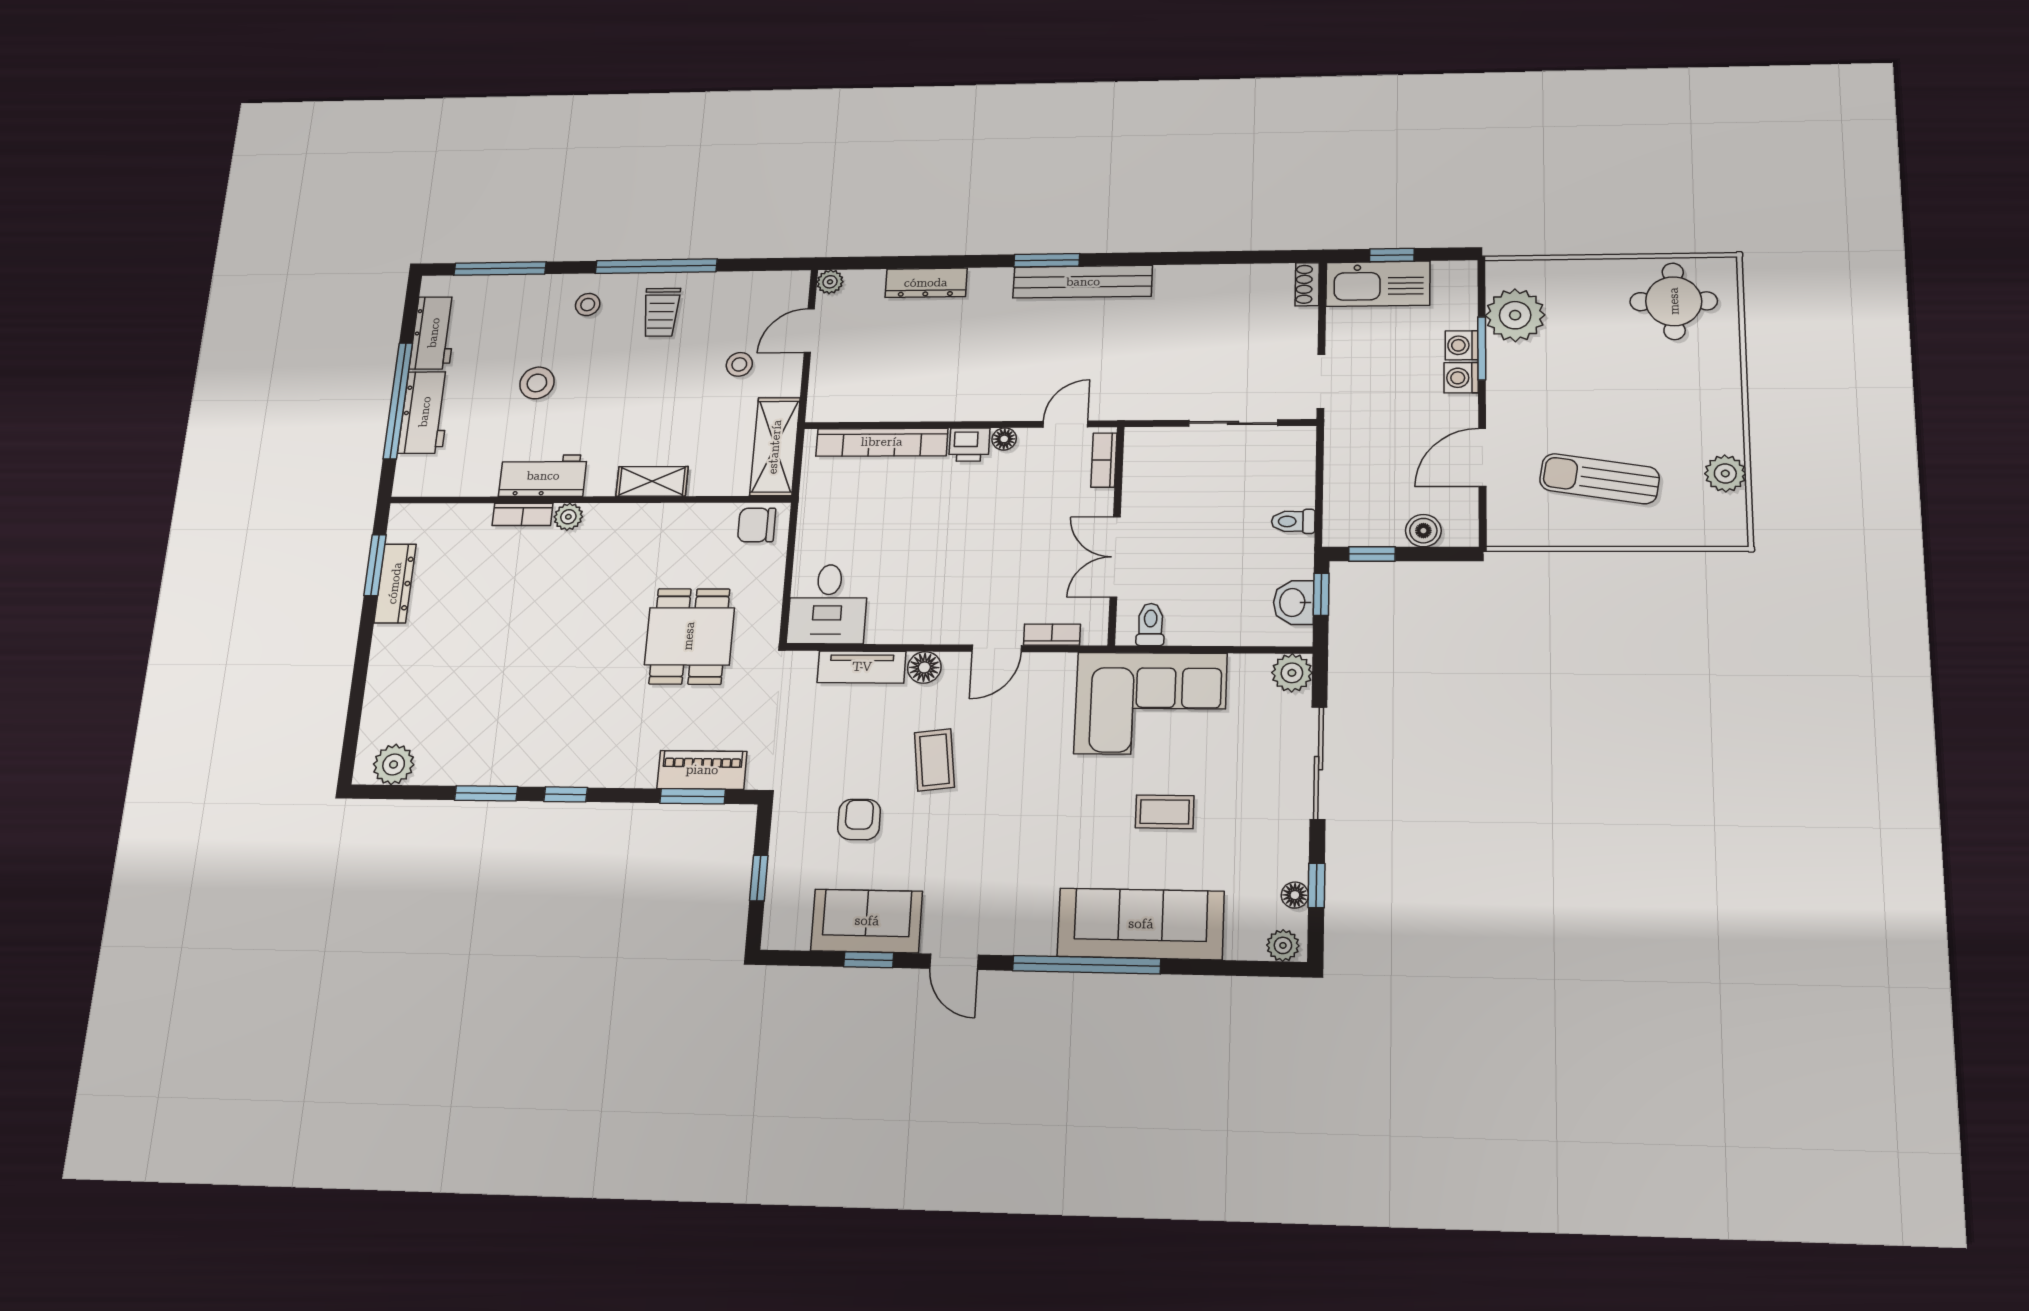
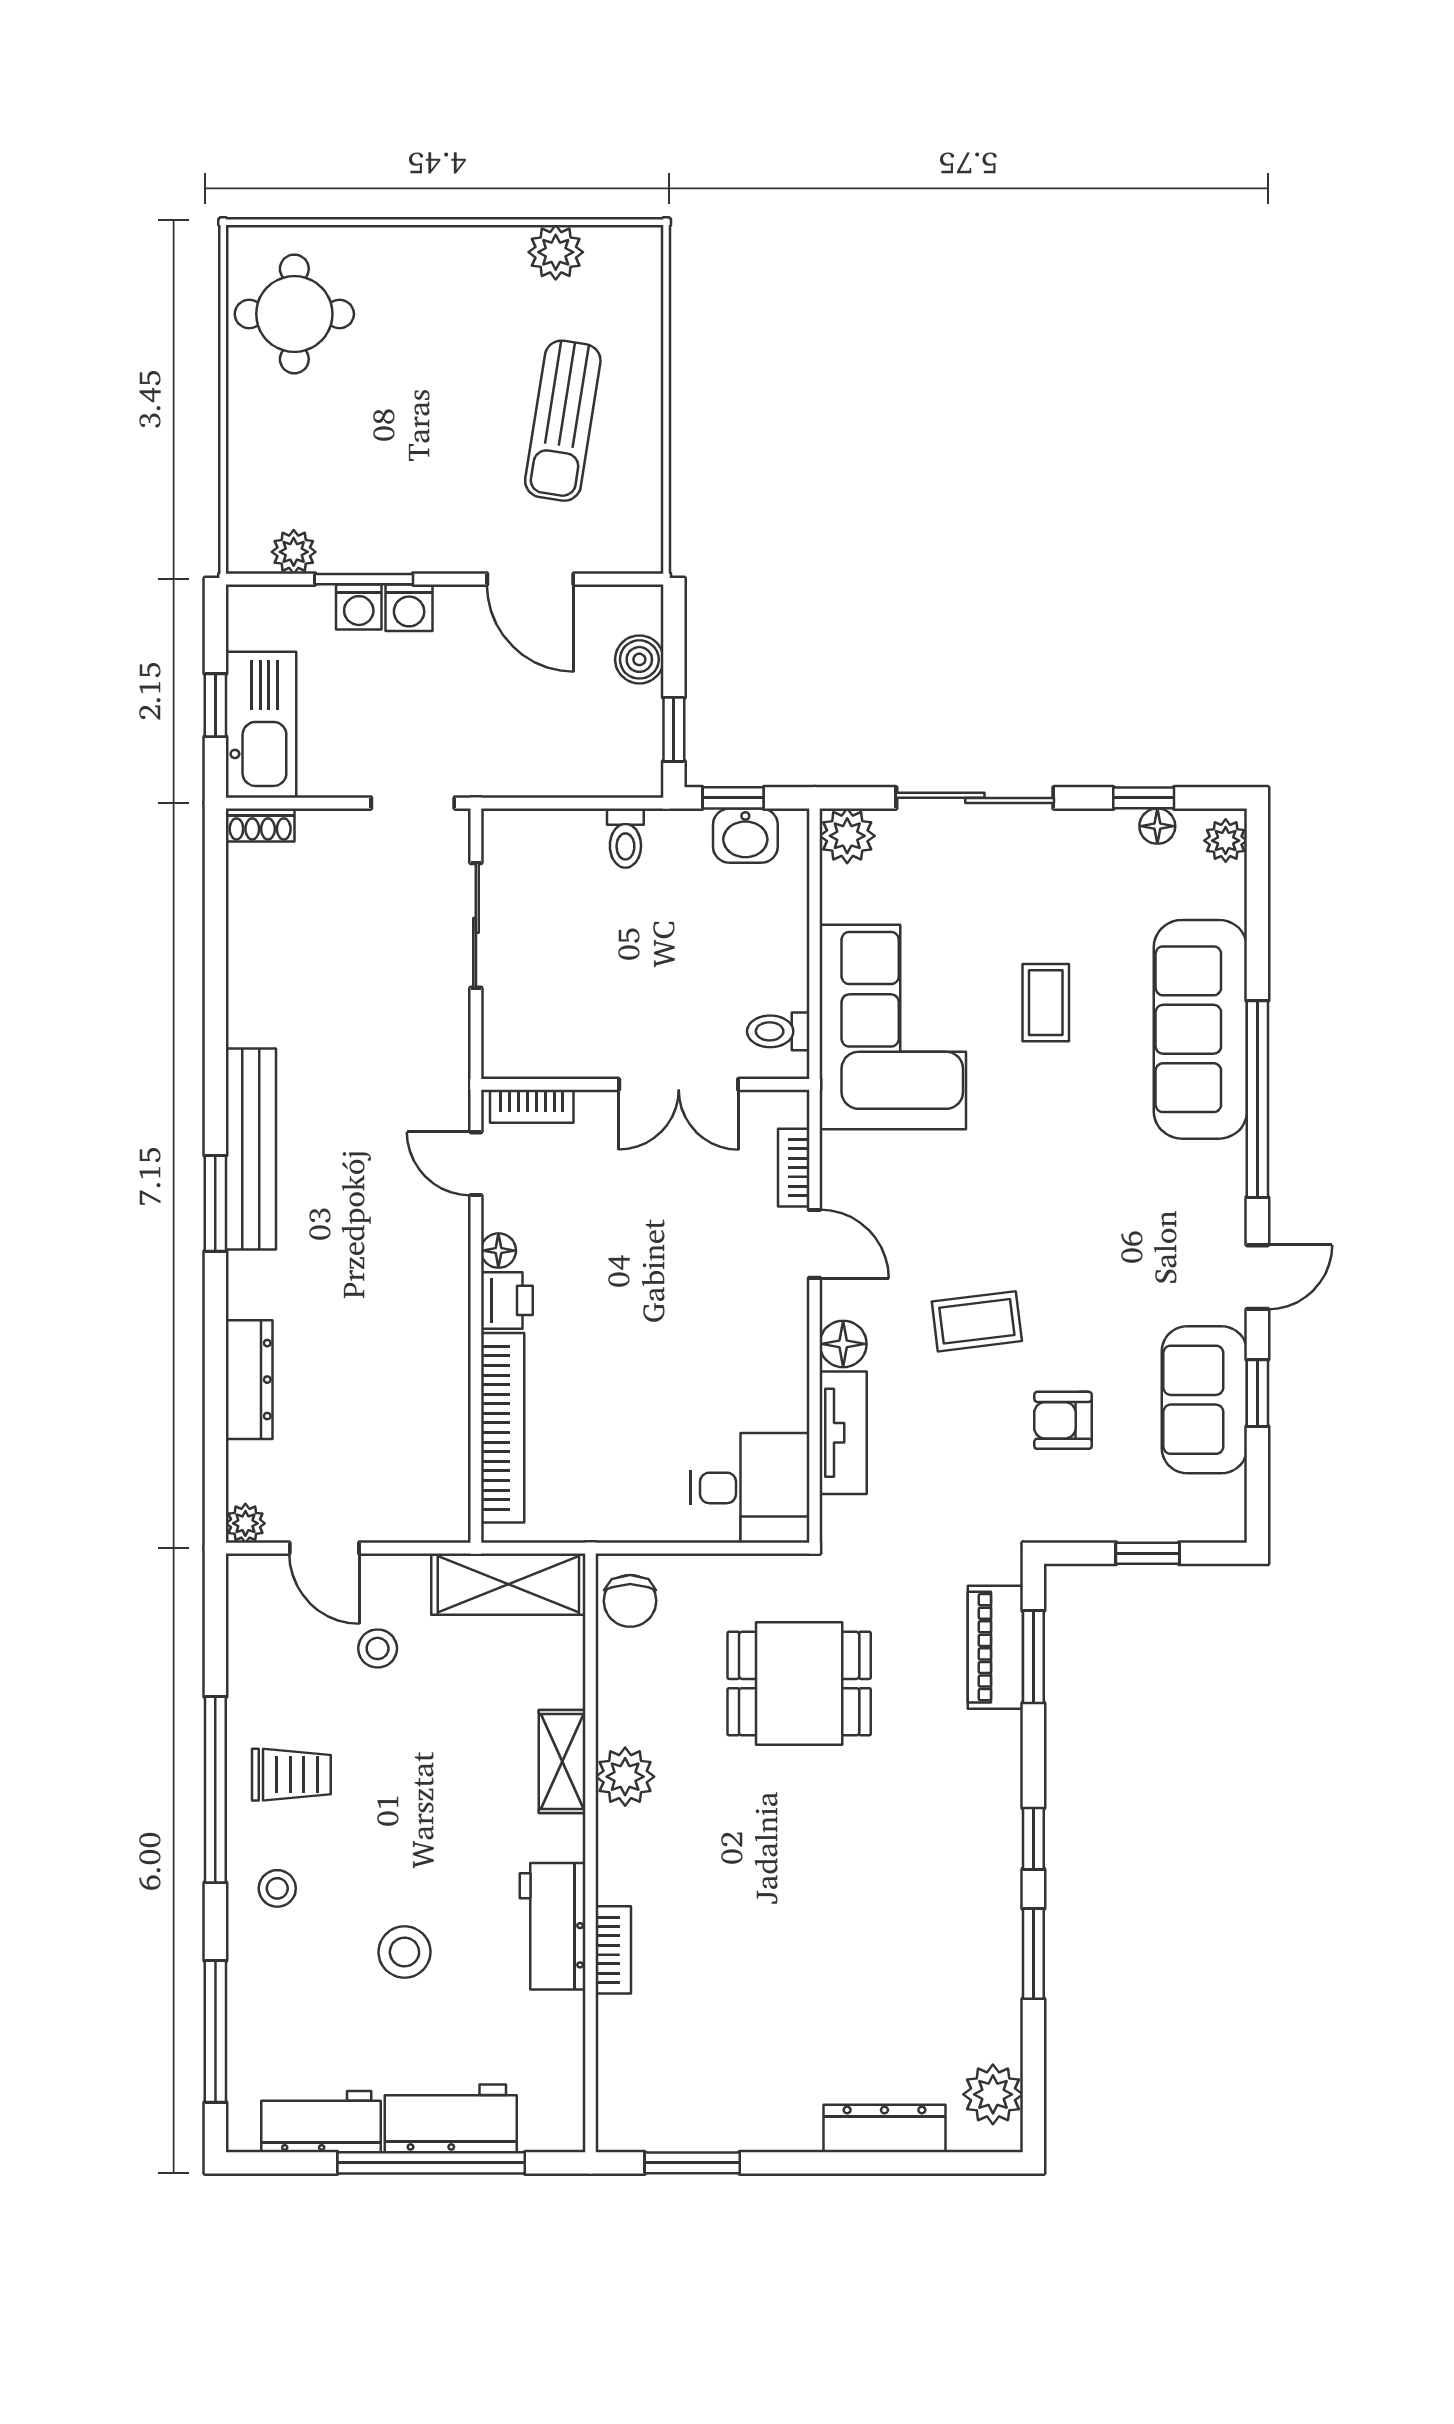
plant: (1515, 315) -> (294, 552), width x0.53, depth x0.53
plant: (568, 517) -> (625, 1777), moved, width x1.38, depth x1.38
dresser: (395, 583) -> (884, 2129), moved

